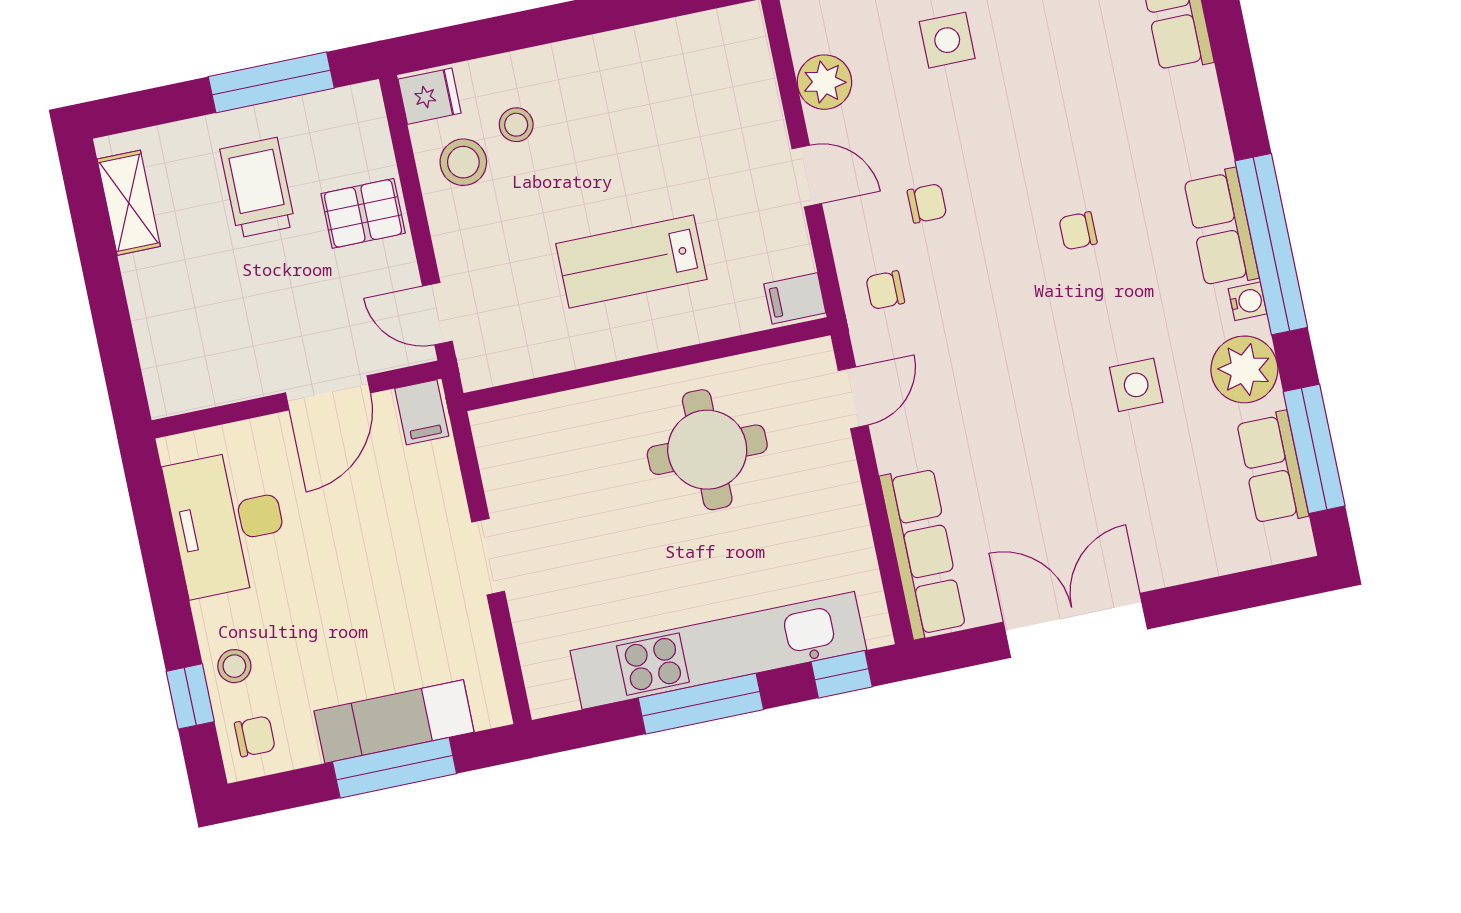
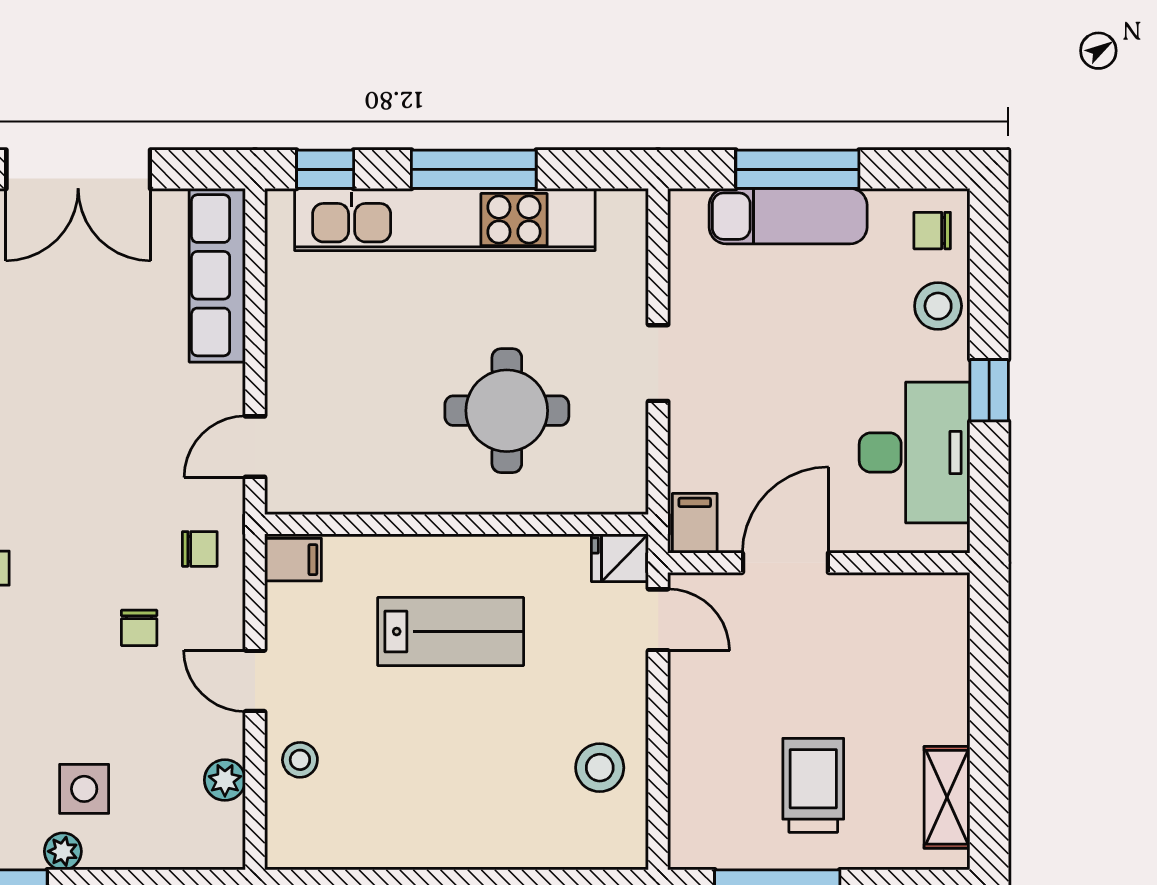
plant: (824, 82) -> (225, 780), width x0.73, depth x0.73
fridge: (430, 96) -> (620, 558), moved
stool: (516, 125) -> (300, 760), moved
trolley: (258, 188) -> (813, 785), turned 180
chair: (927, 203) -> (139, 628), turned -90
pallet: (363, 213) -> (712, 737), removed
round table: (707, 450) -> (507, 411), moved
stool: (234, 666) -> (938, 306), width x1.37, depth x1.37
window: (190, 696) -> (989, 390), moved

